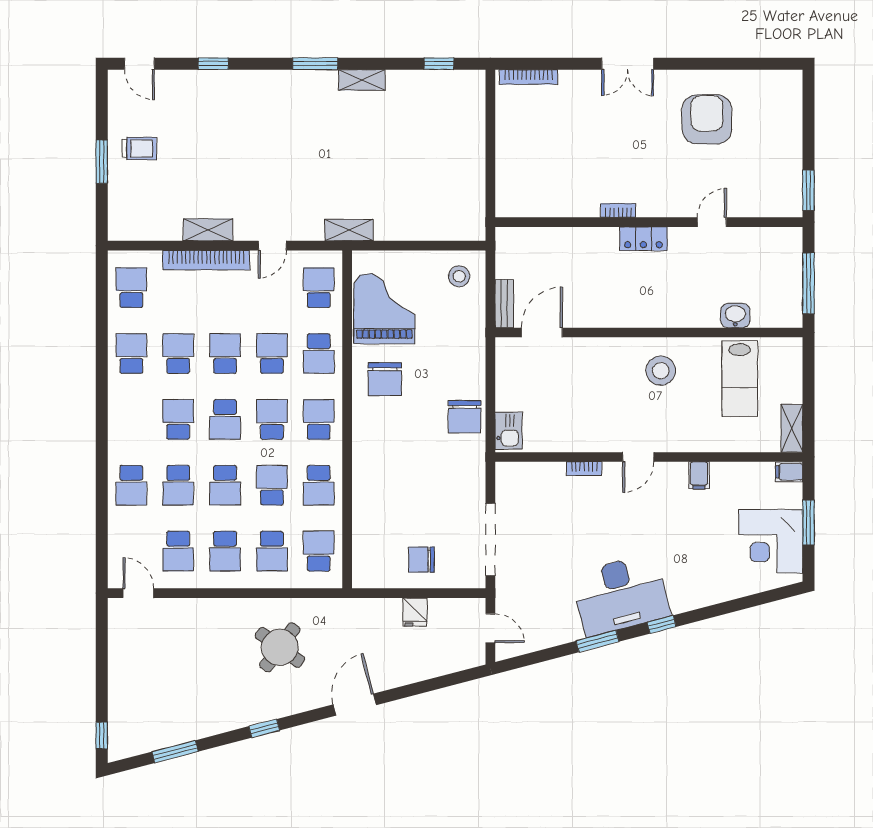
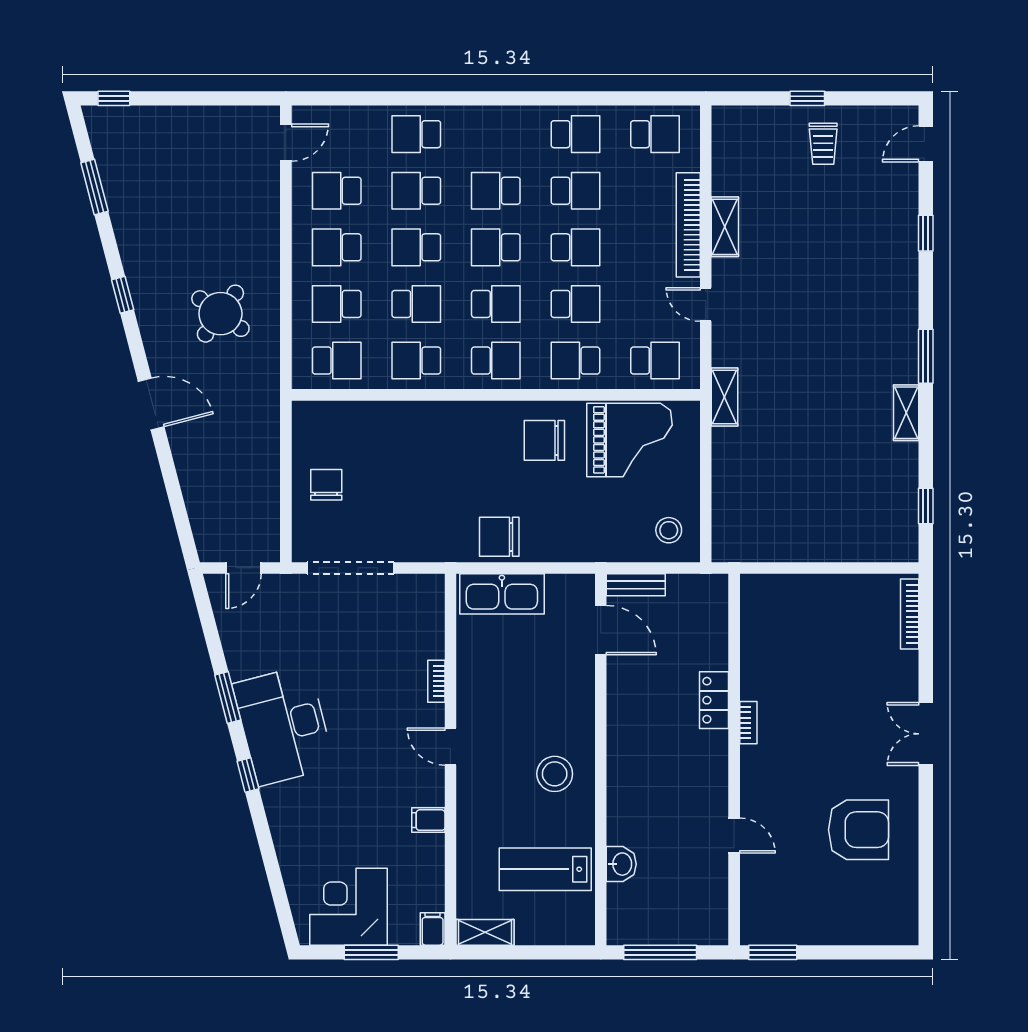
window: (102, 162) -> (807, 98), width x0.67
locker: (643, 239) -> (714, 700), moved
school desk: (178, 419) -> (496, 191), turned 180
kitchen sink: (509, 431) -> (502, 594), width x1.88, depth x1.24
fridge: (415, 612) -> (263, 477), removed

